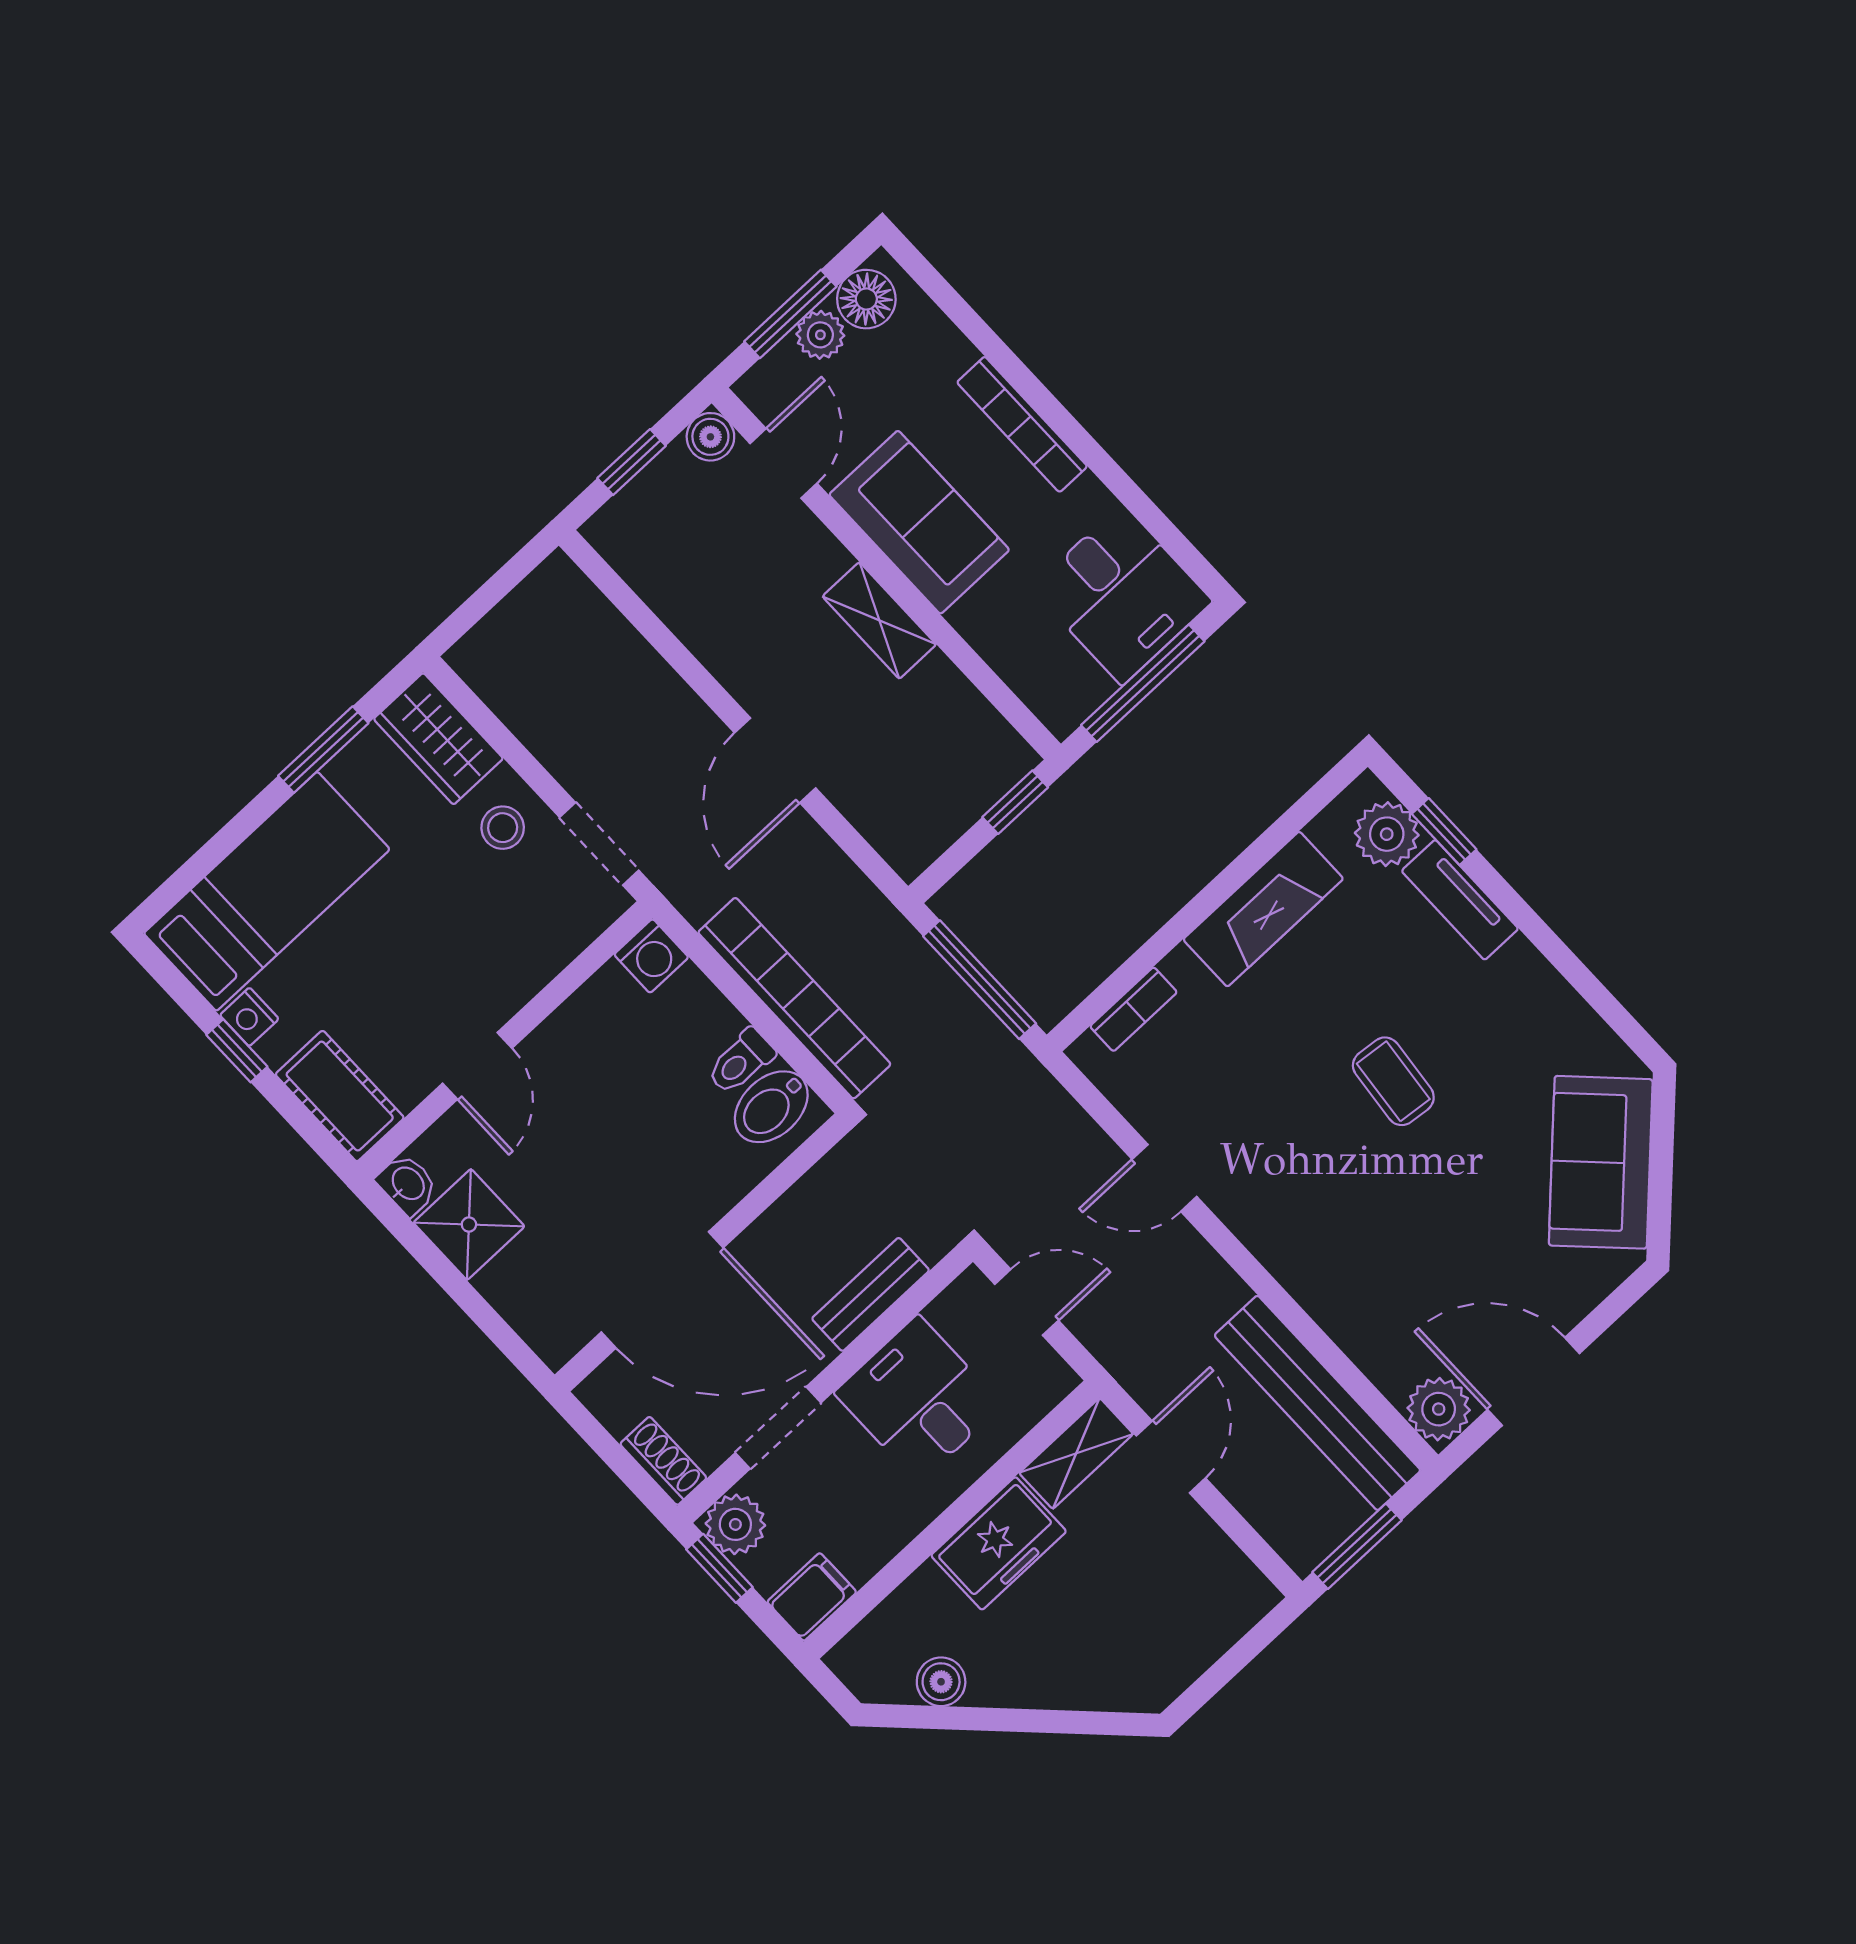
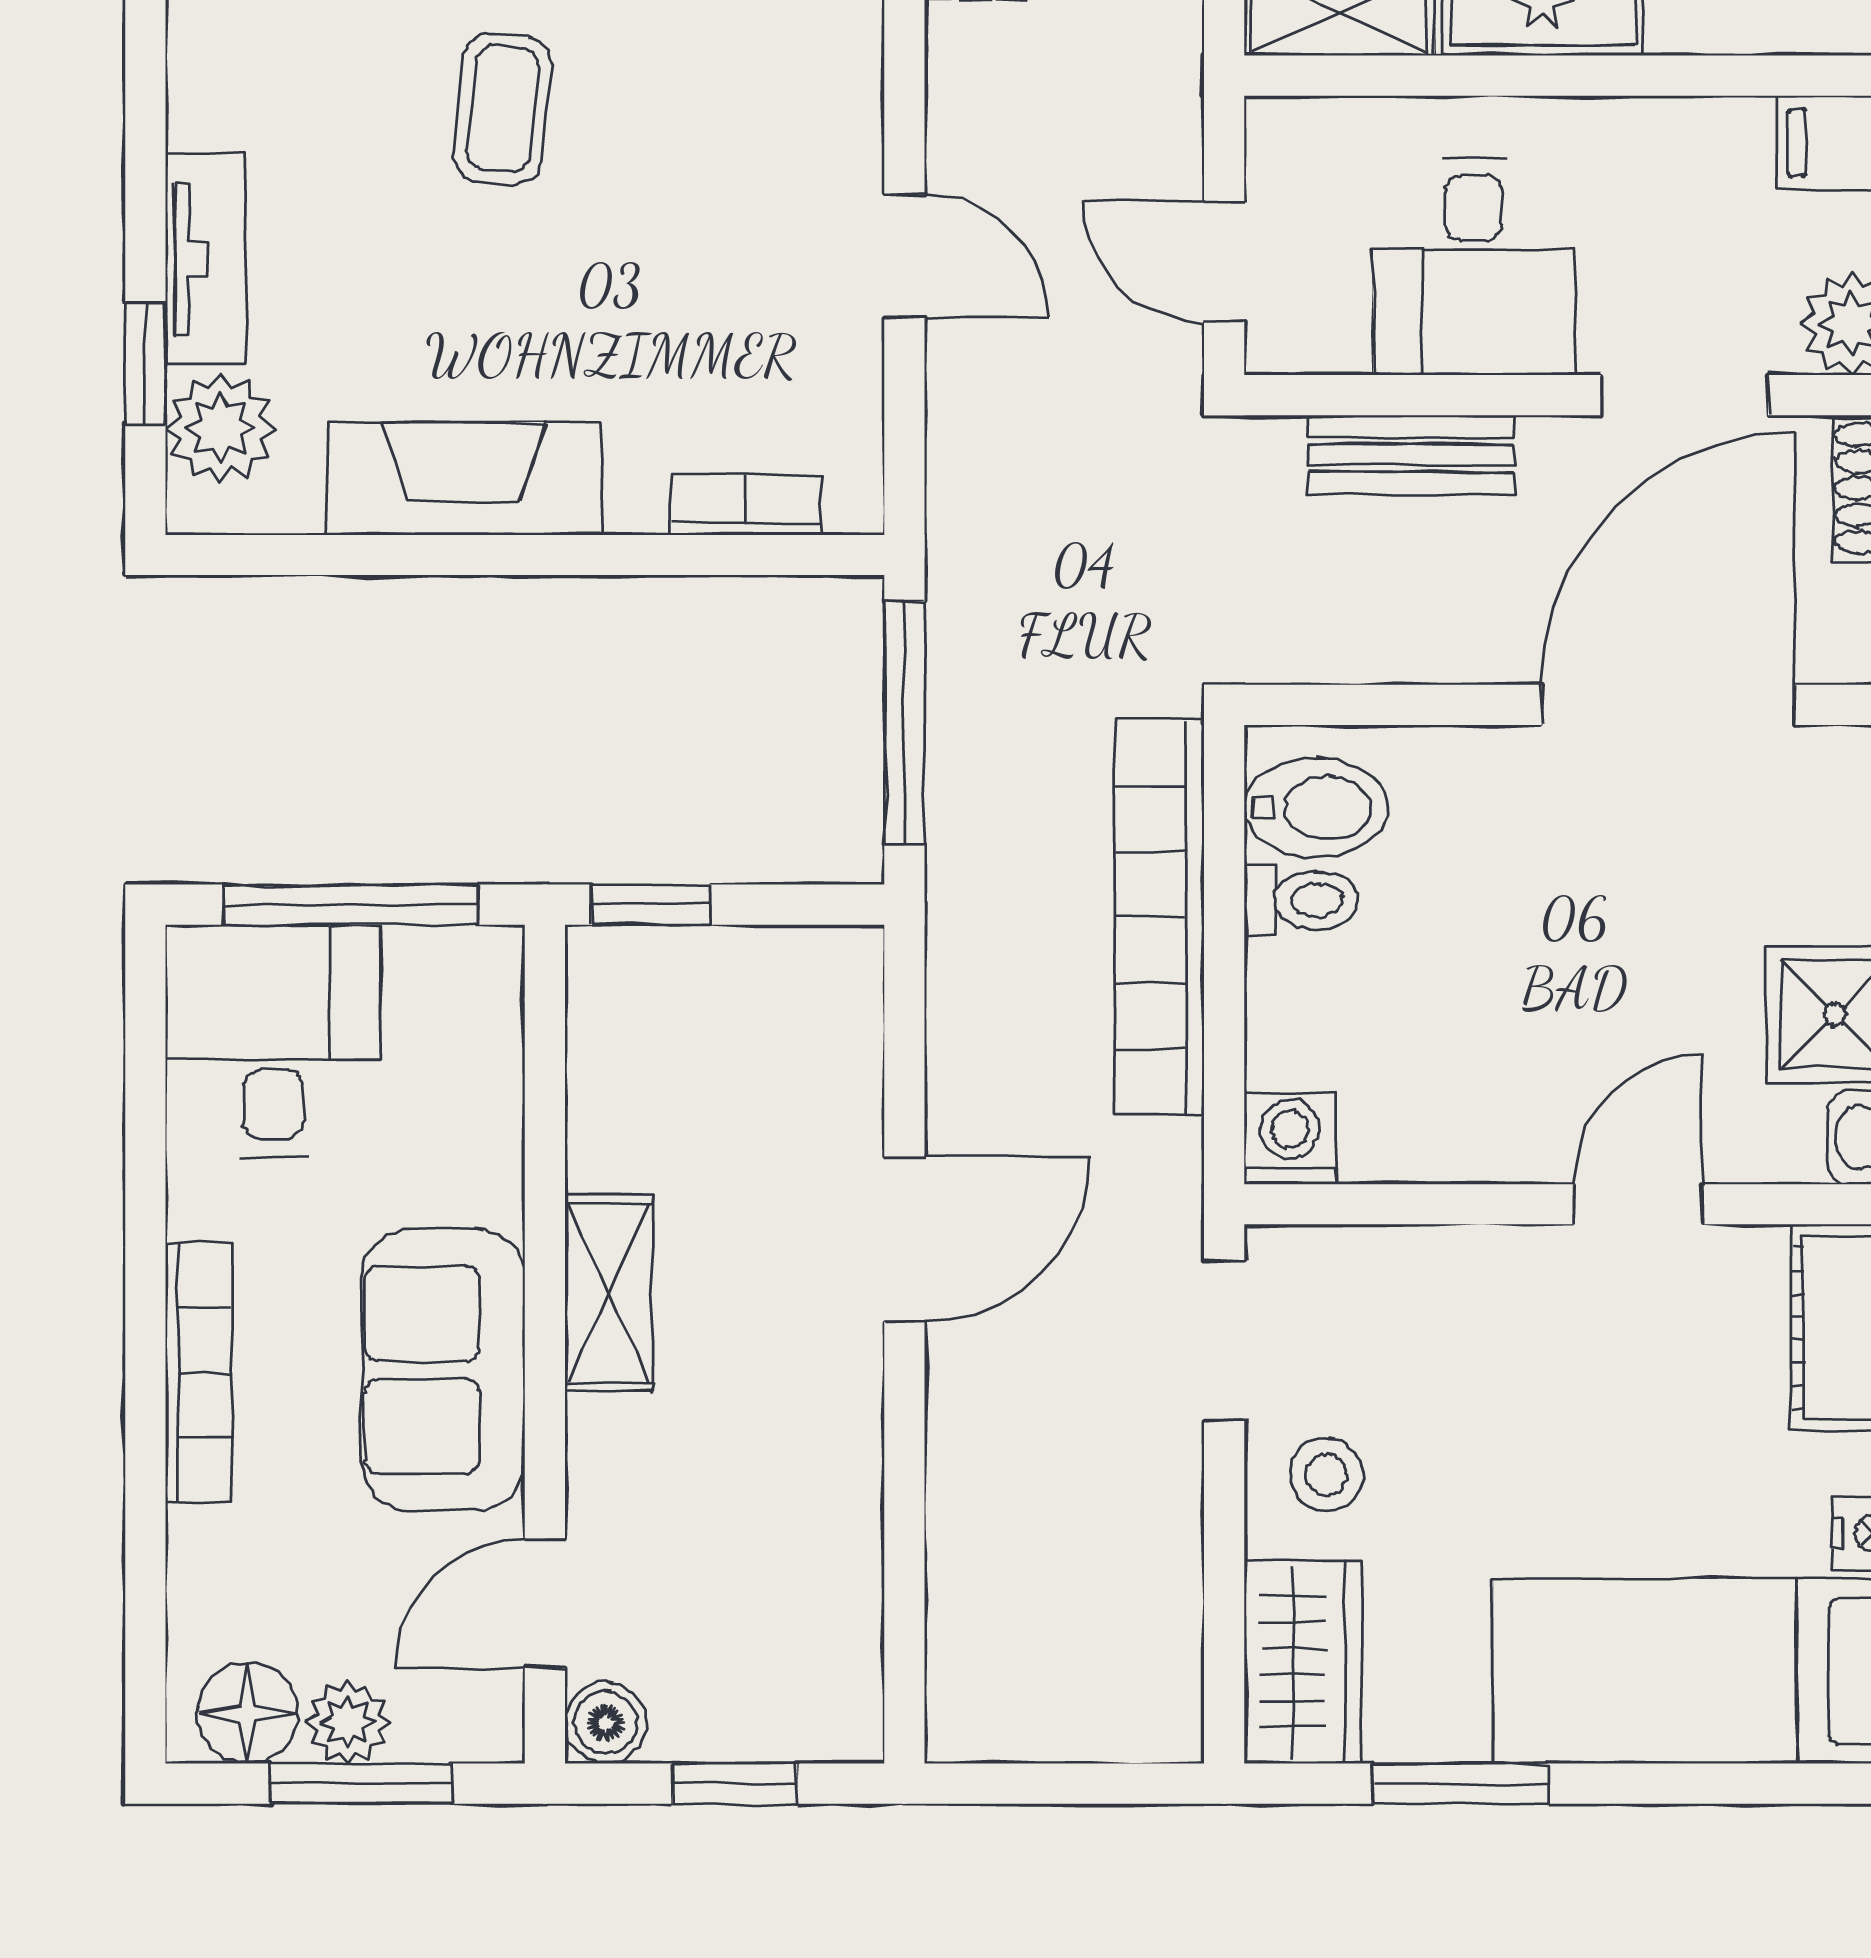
door: (662, 1290) -> (1668, 705), hinge flipped

